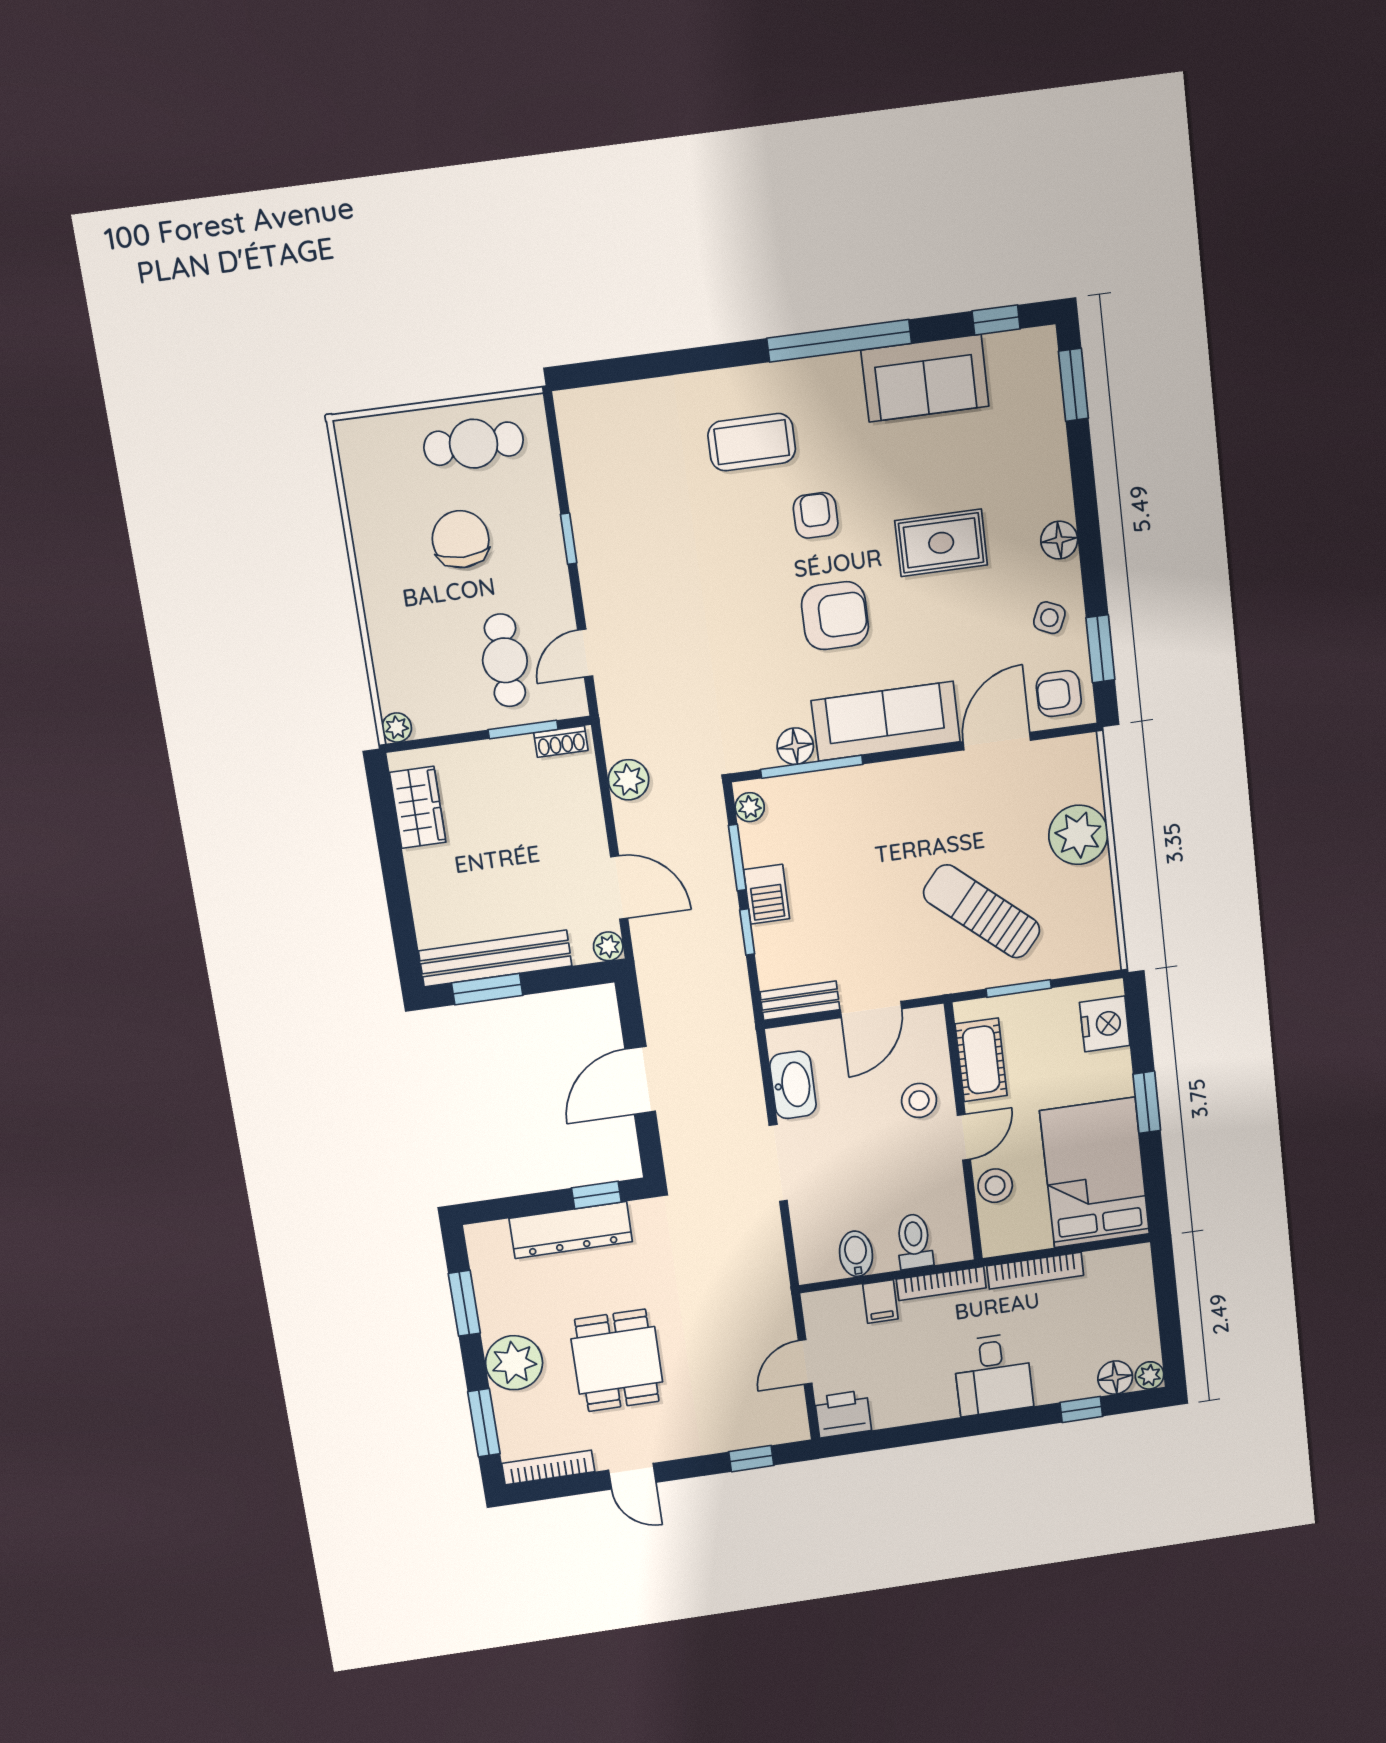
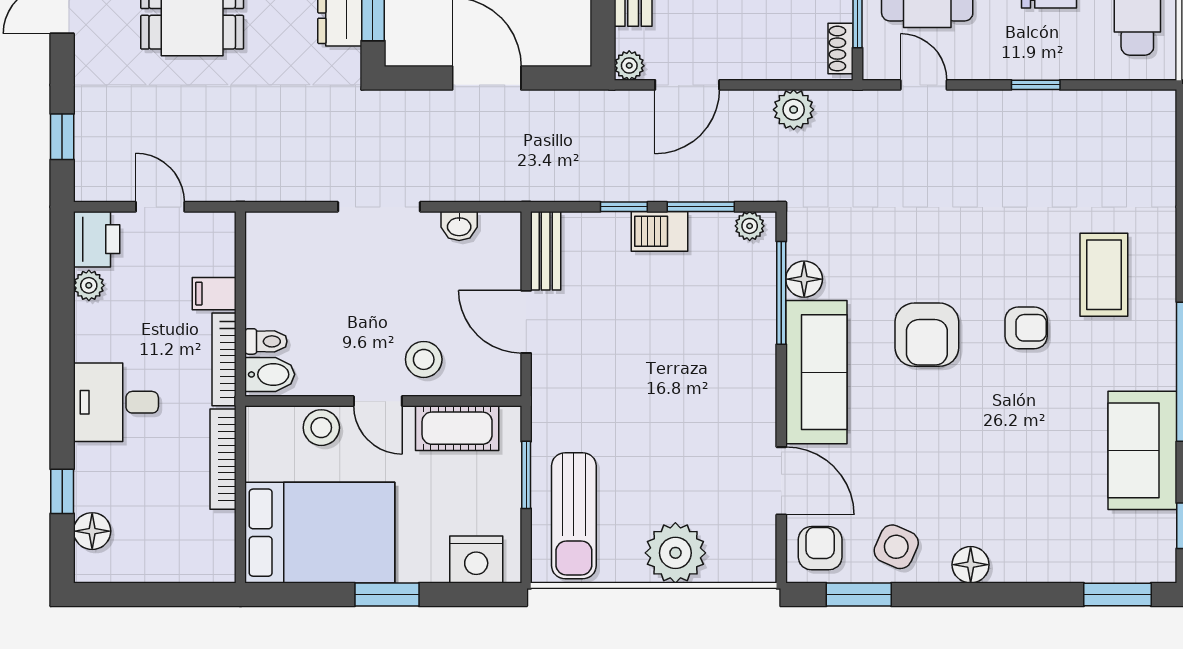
rug: (941, 543) -> (983, 448), removed
side table: (1049, 618) -> (896, 547), width x1.37, depth x1.37
sun lounger: (982, 911) -> (574, 516), moved, turned 139
washbasin: (793, 1085) -> (459, 226), width x0.52, depth x0.69
toilet: (914, 1241) -> (266, 341), width x0.73, depth x0.72
bidet: (856, 1254) -> (270, 374), moved
plant: (1150, 1375) -> (89, 285), moved

